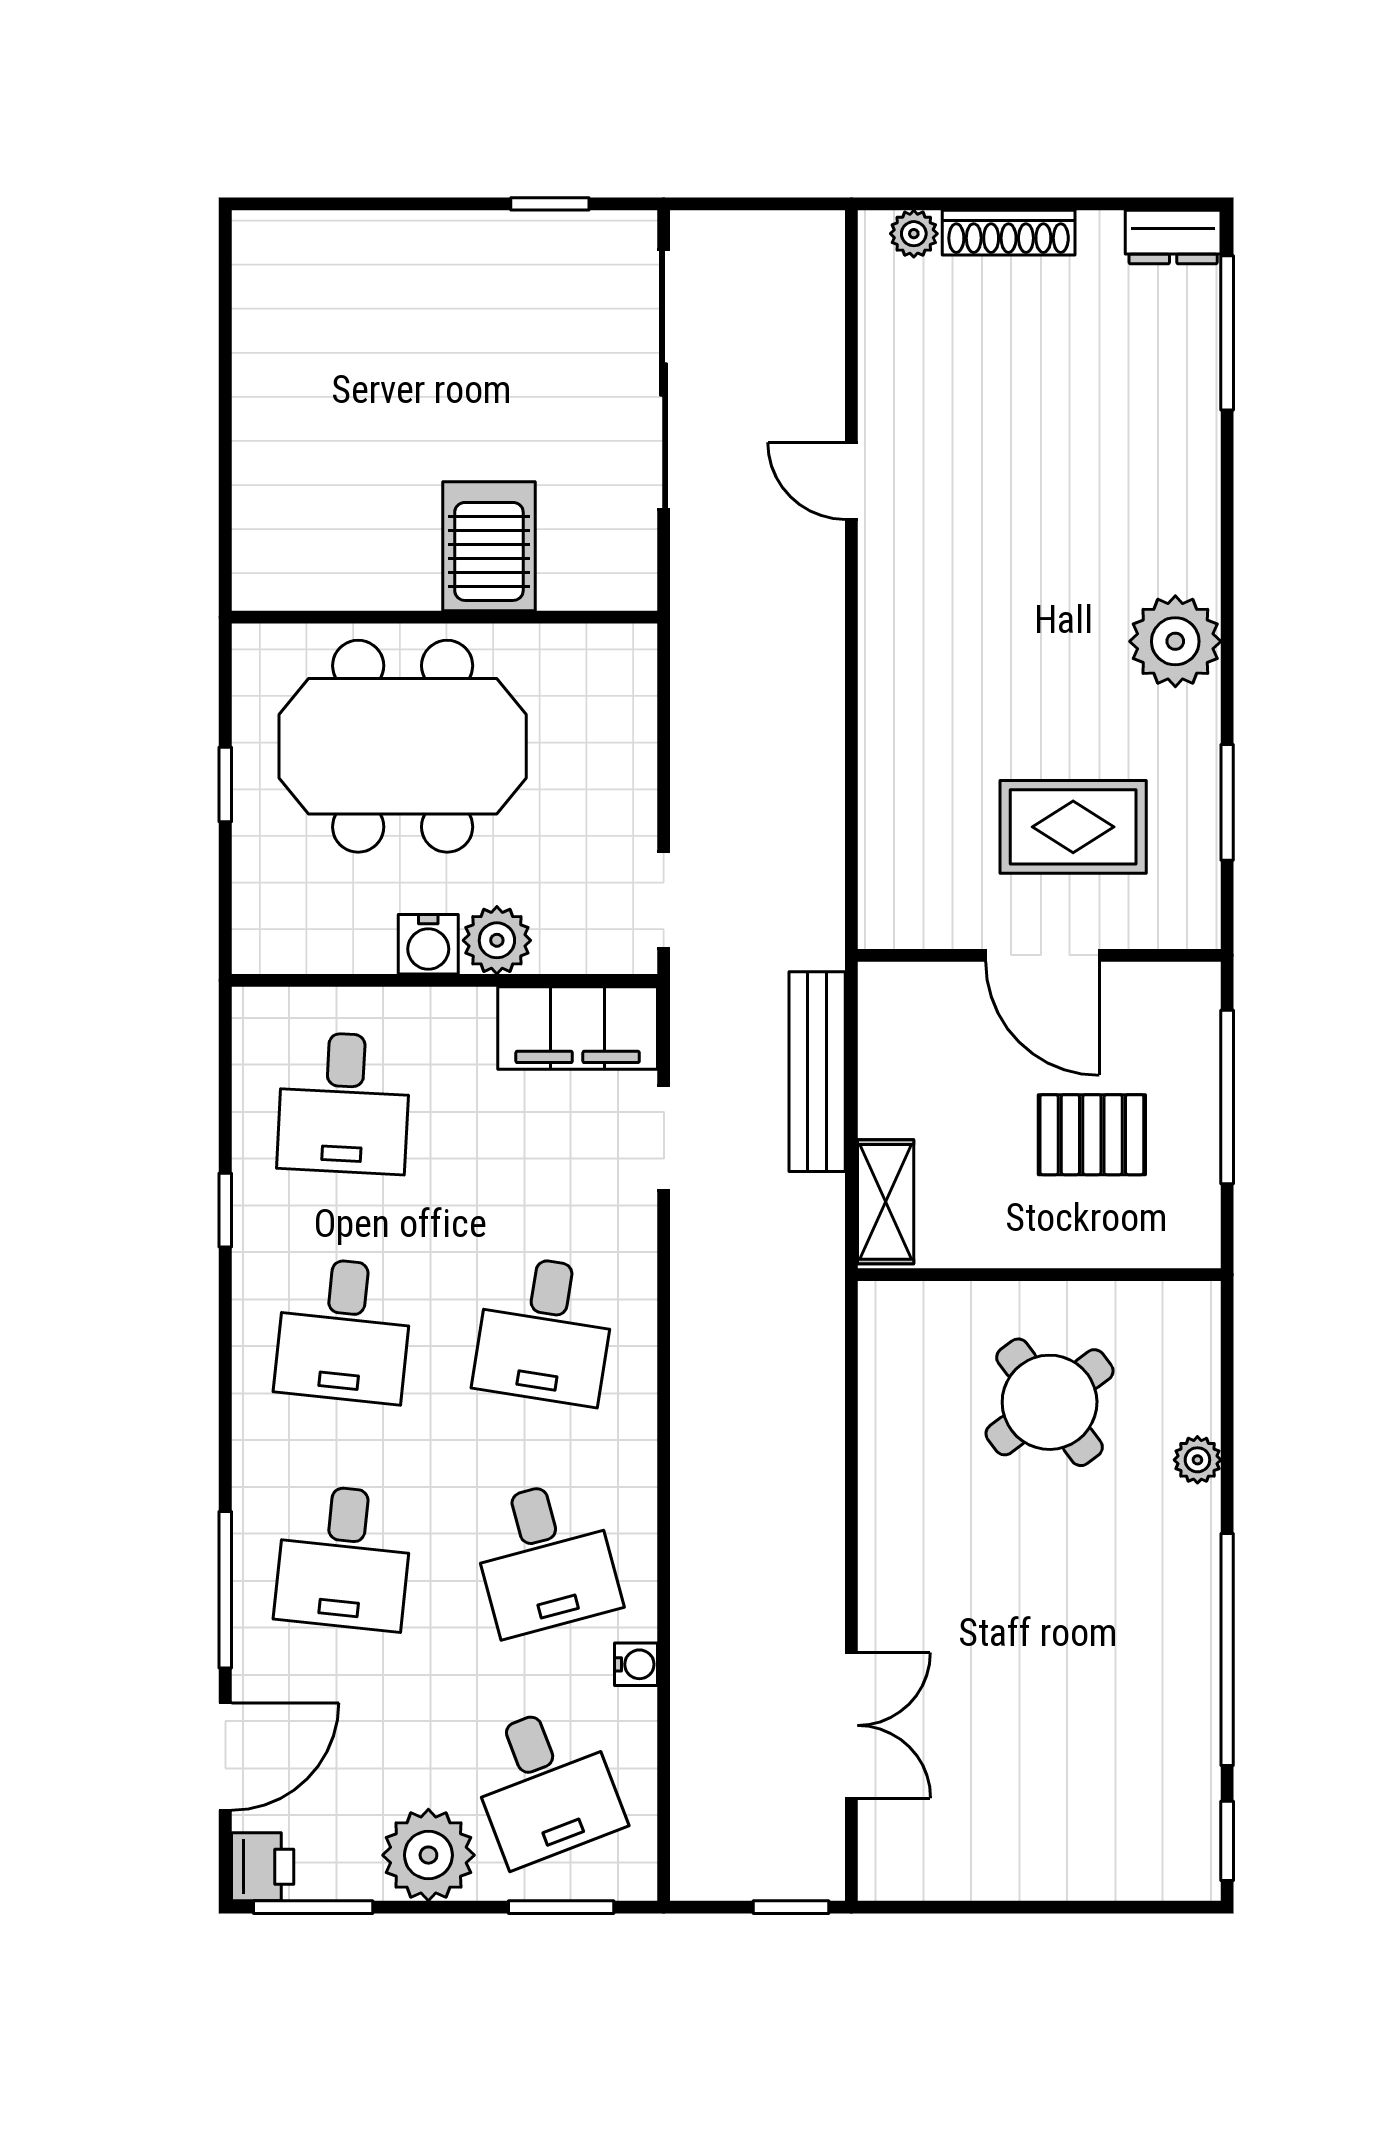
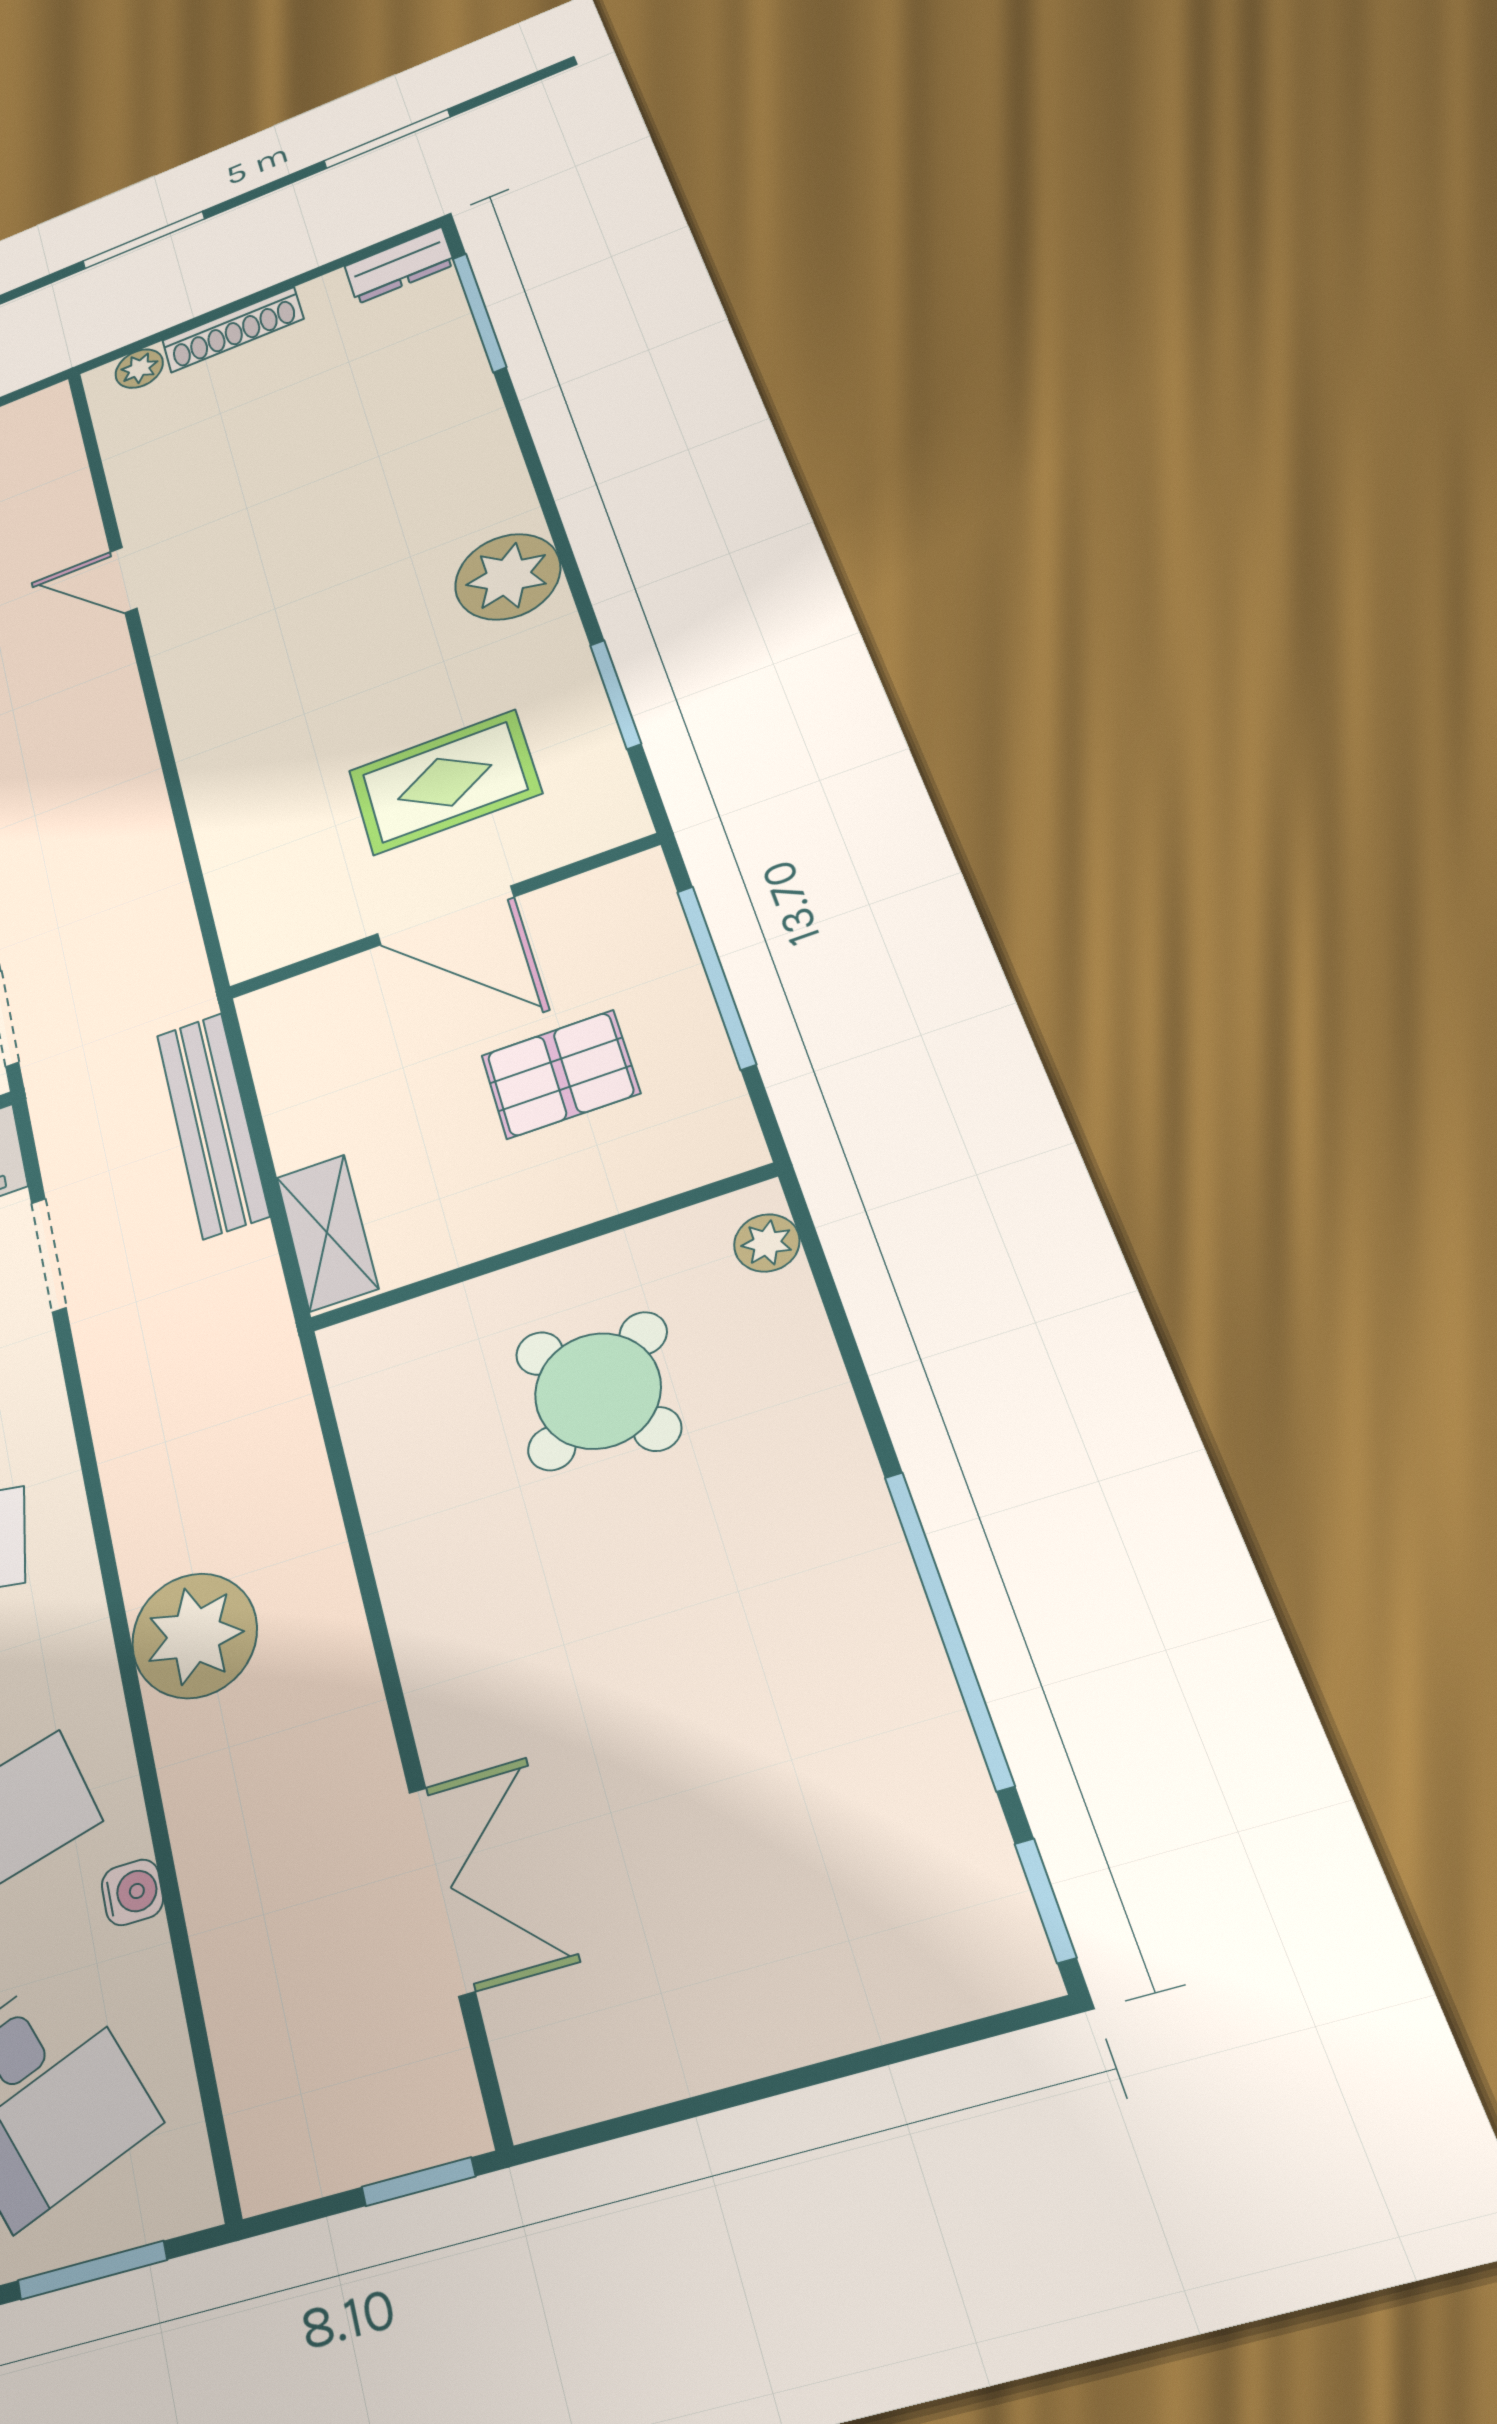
plant: (1197, 1460) -> (767, 1243), moved
plant: (718, 1491) -> (194, 1636), added

